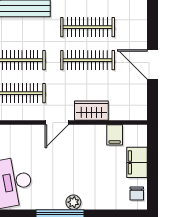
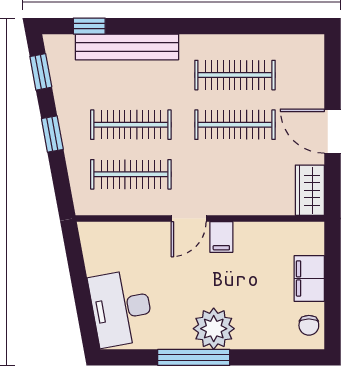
wardrobe: (91, 111) -> (310, 190), moved, turned -90
filing cabinet: (115, 135) -> (221, 237), moved
plant: (73, 202) -> (214, 329), width x1.88, depth x1.88

